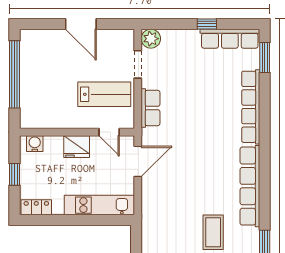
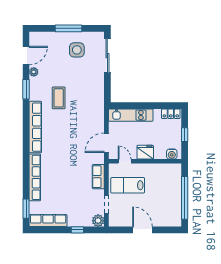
window: (207, 24) -> (77, 230), moved

